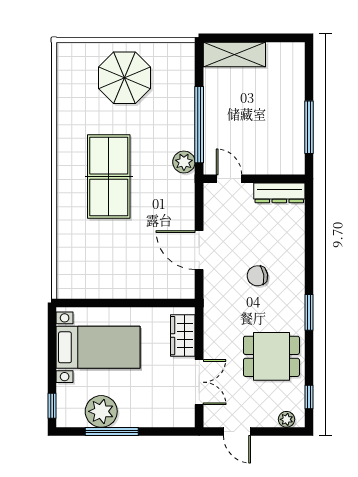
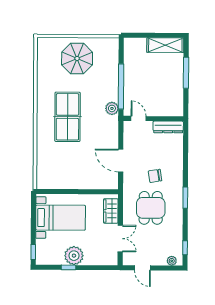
shelving: (234, 54) -> (165, 45), moved
window: (309, 127) -> (186, 73), moved
dining table: (271, 356) -> (151, 208), moved, turned 90
plant: (101, 411) -> (74, 256), moved
window: (112, 432) -> (69, 267), width x0.46

